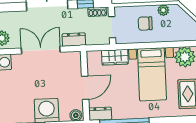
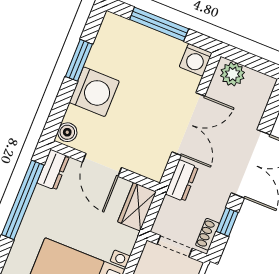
wardrobe: (115, 57) -> (137, 207), moved

